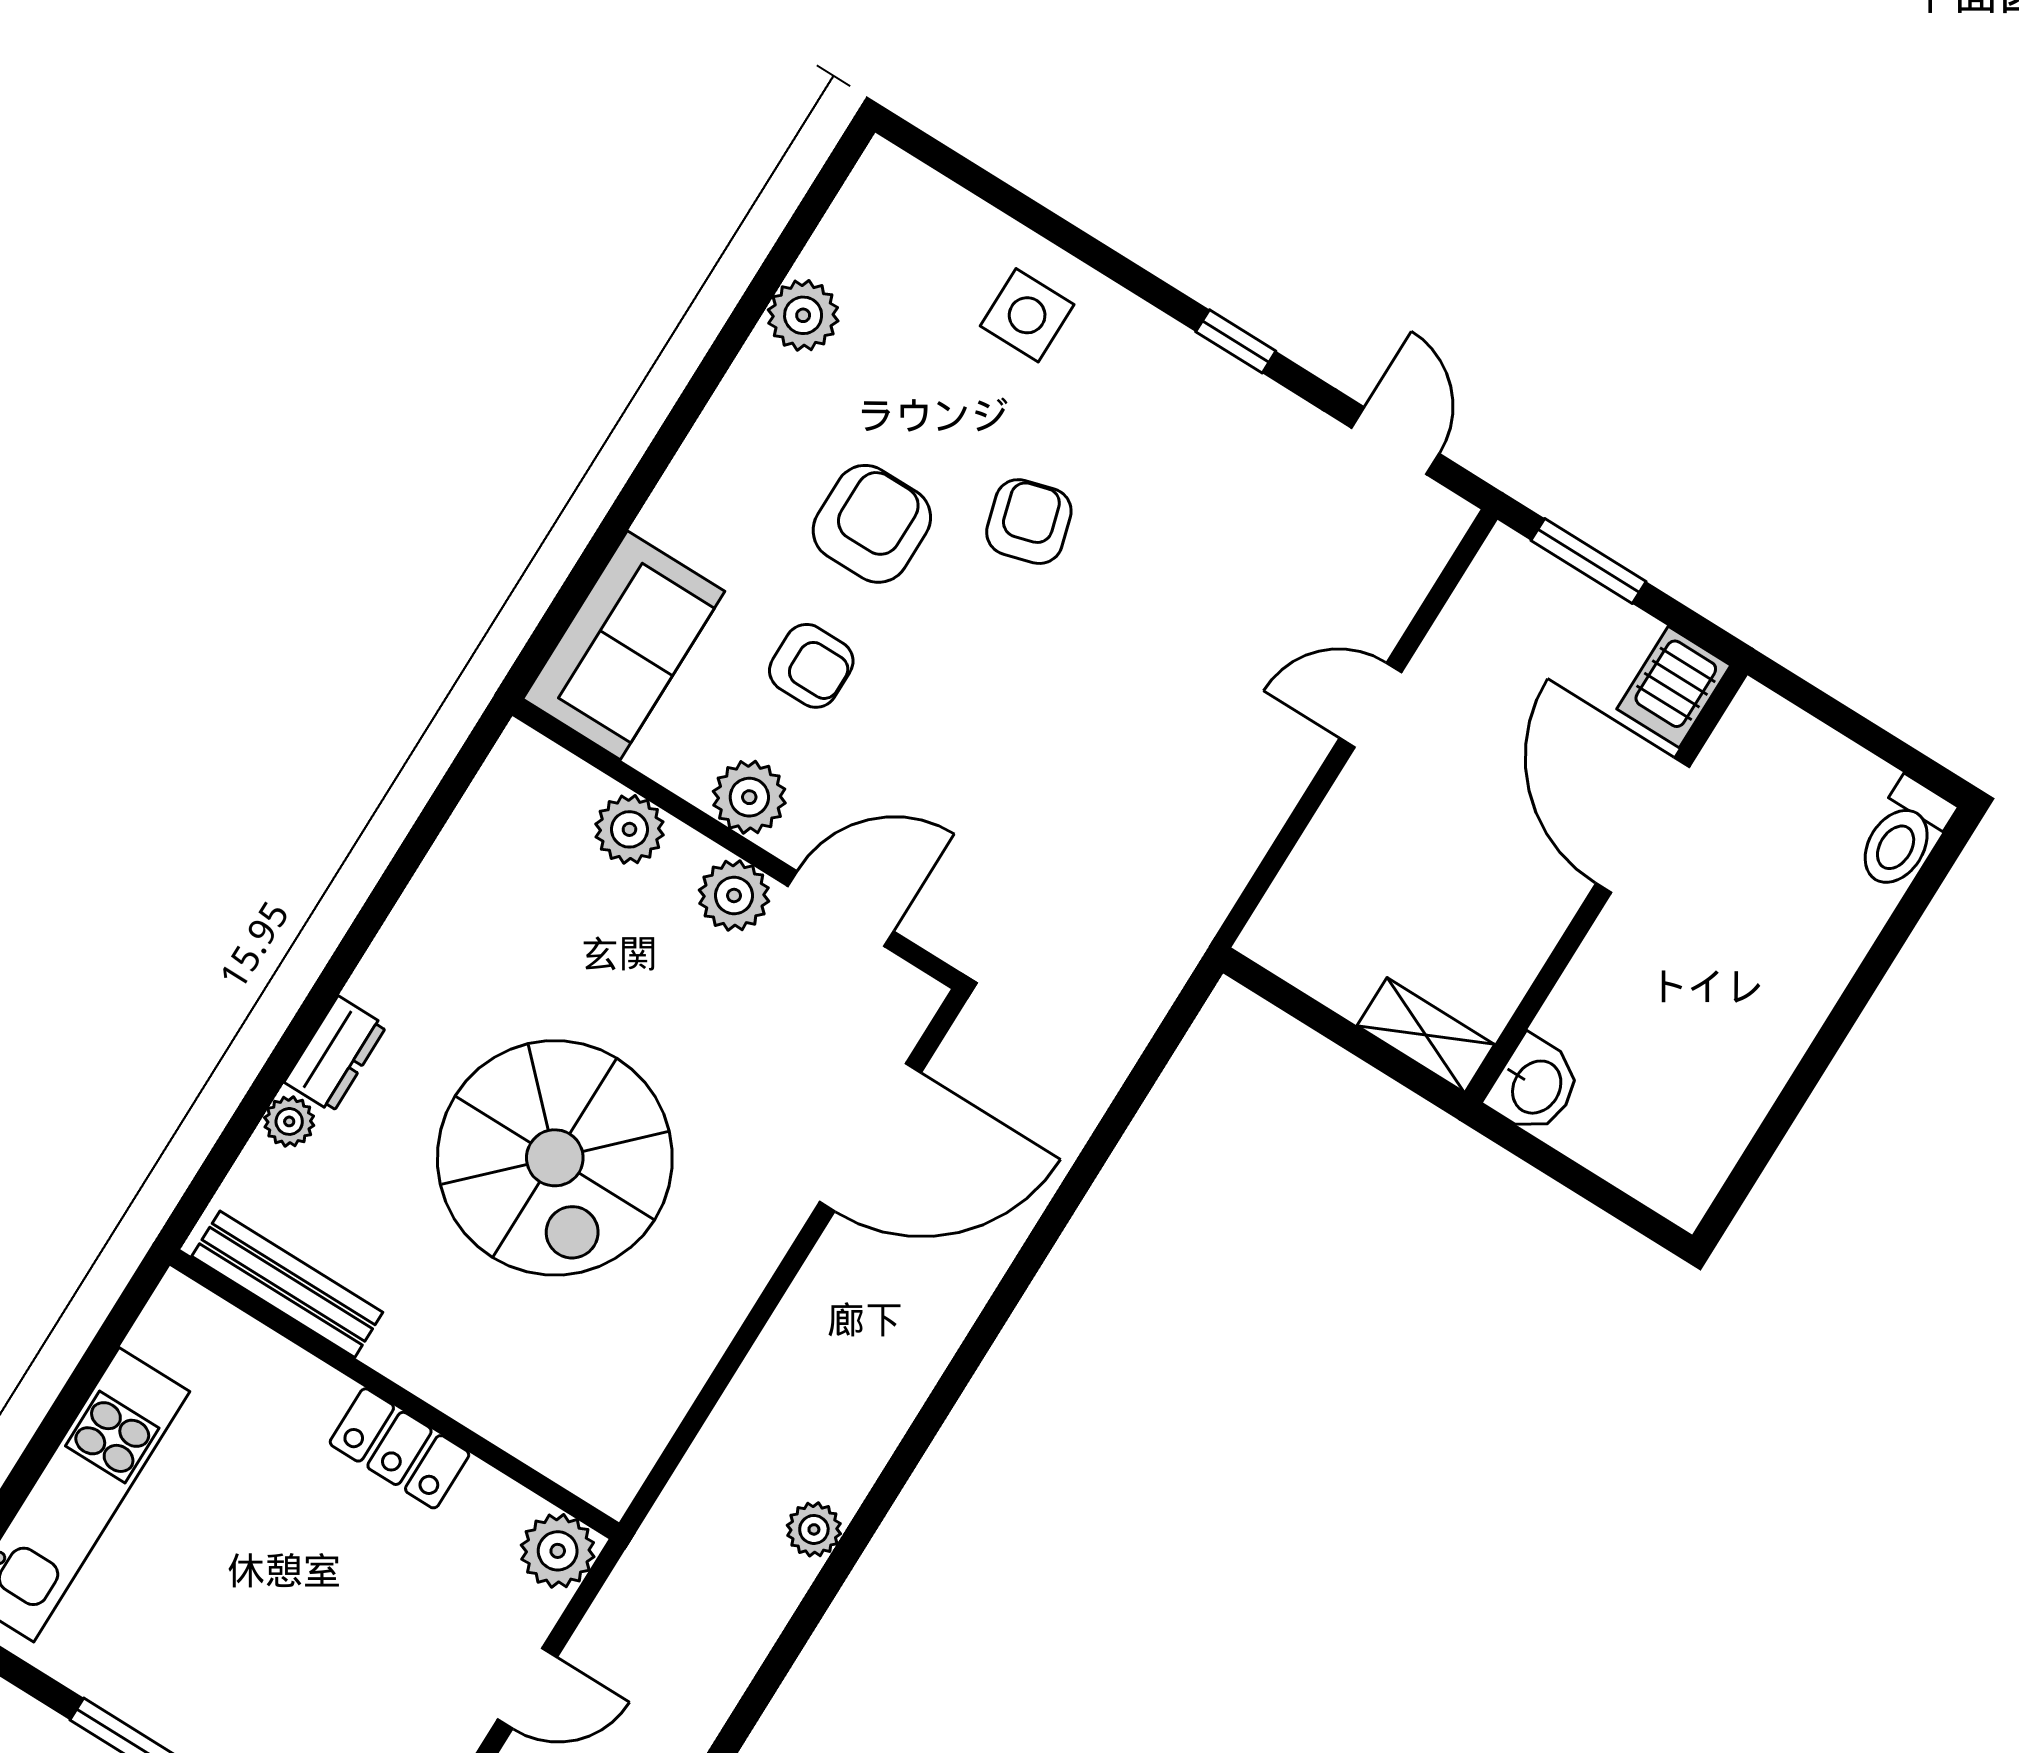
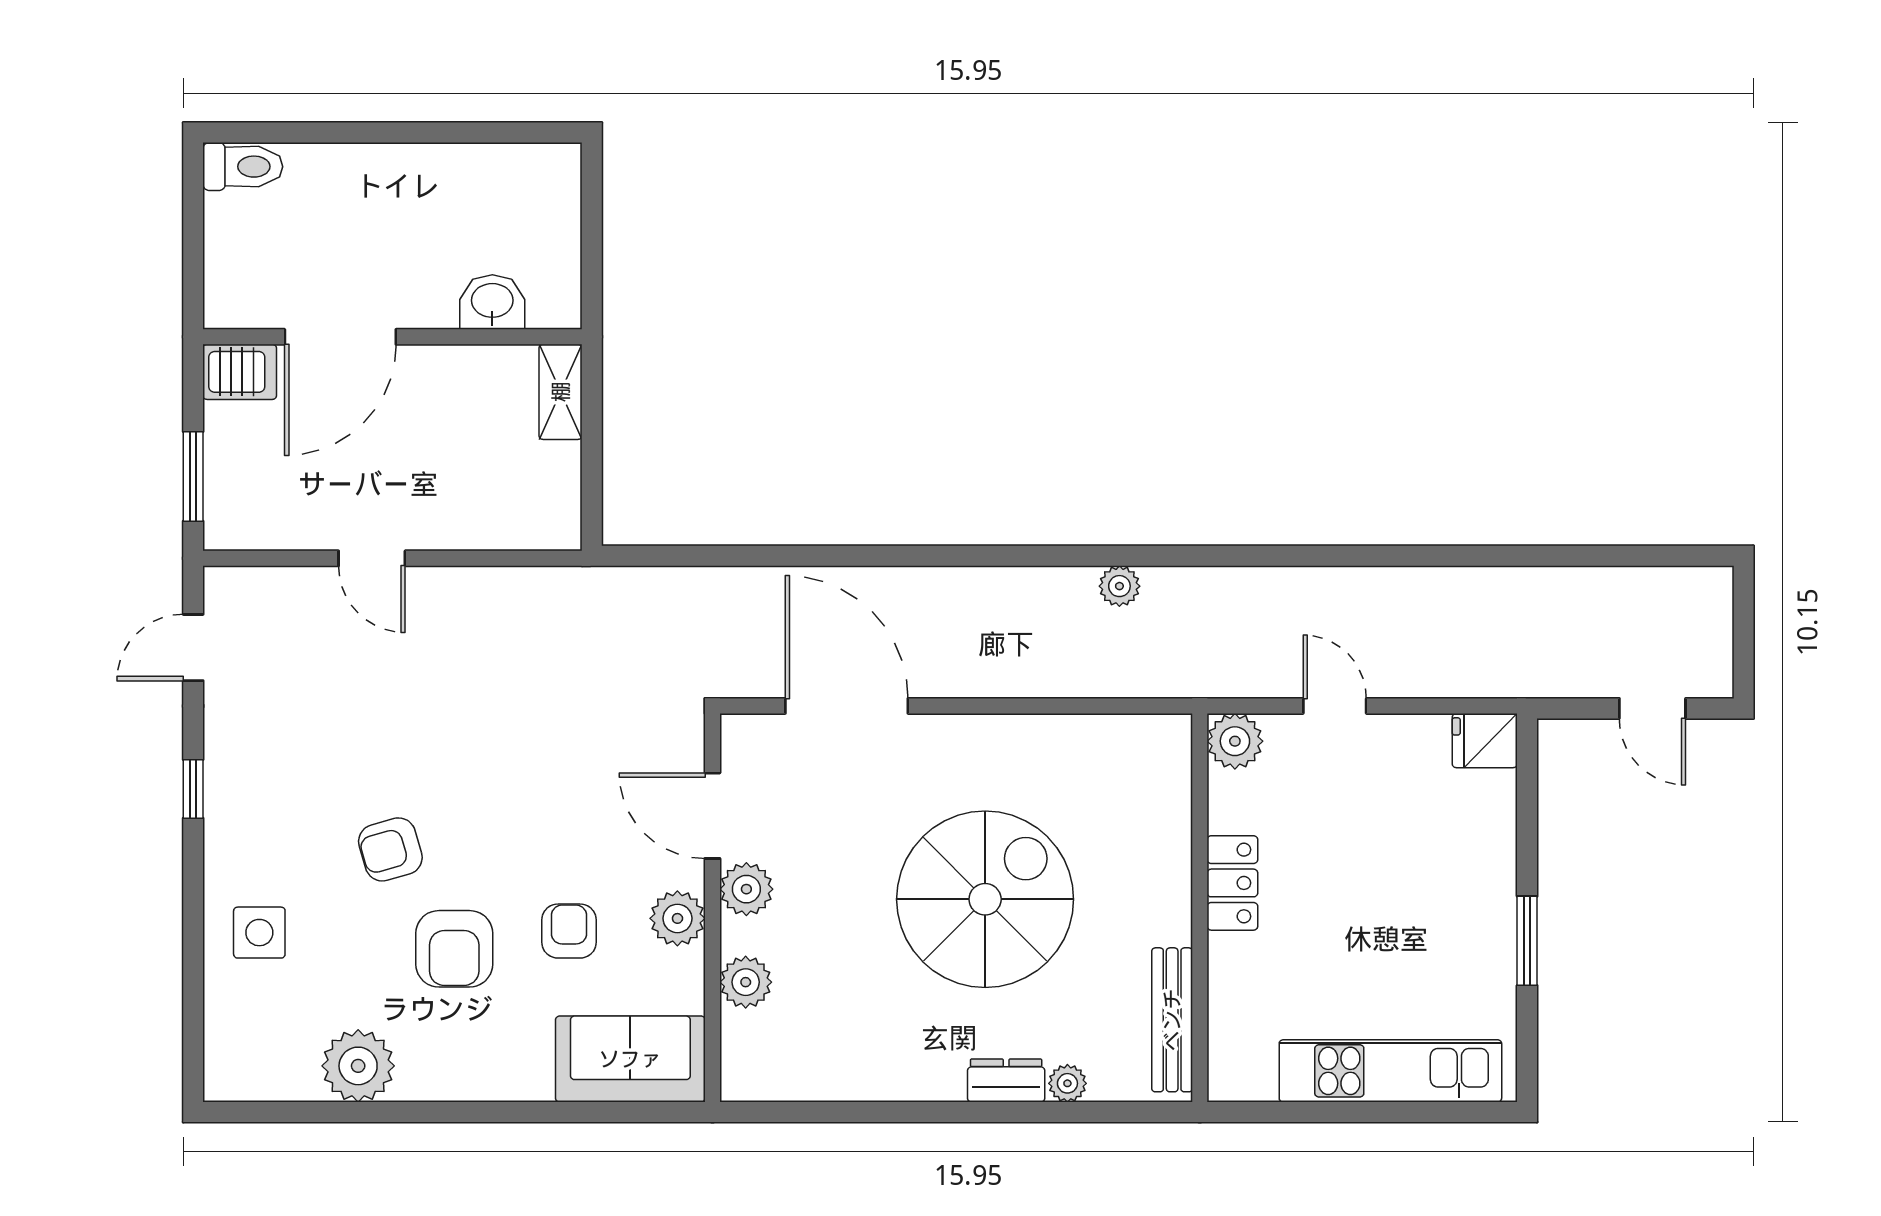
plant: (803, 315) -> (358, 1066), width x1.36, depth x1.36
armchair: (872, 524) -> (454, 949), turned -90
washbasin: (1535, 1086) -> (492, 302), moved

